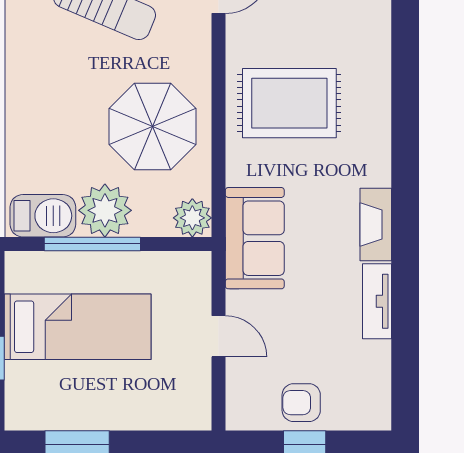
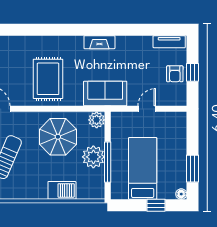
barbecue: (43, 216) -> (62, 190), moved, turned 90
tv unit: (377, 301) -> (169, 42), moved
floor lamp: (17, 418) -> (181, 194), added

